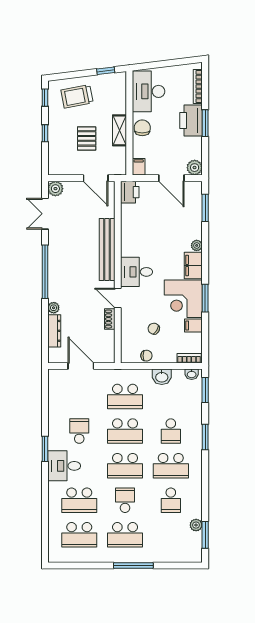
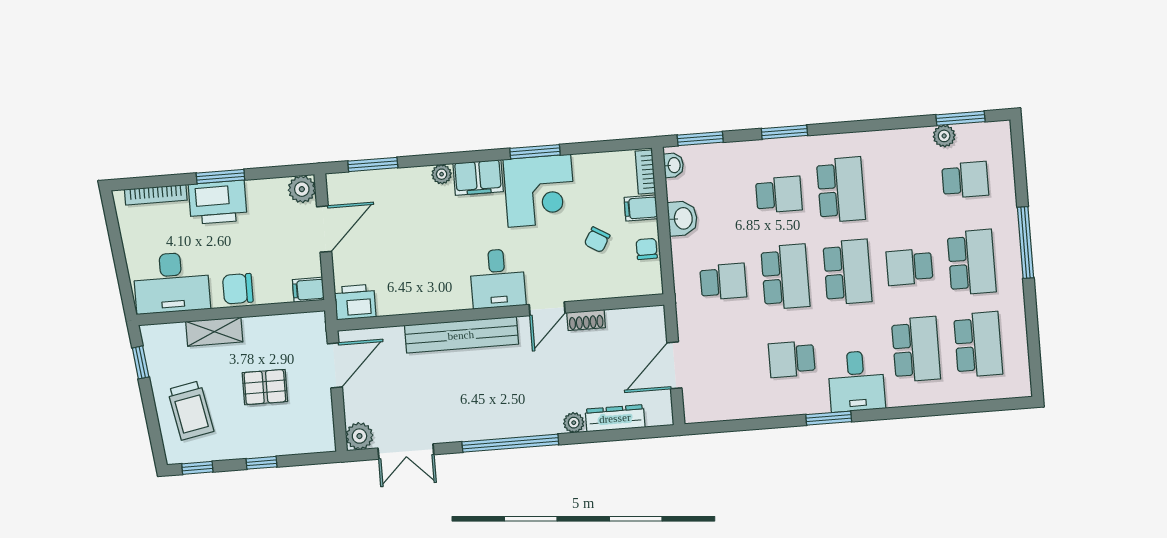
shelving: (120, 130) -> (214, 332), moved
filing cabinet: (193, 326) -> (641, 208), moved, turned 90
school desk: (125, 397) -> (723, 282), width x0.54
school desk: (171, 500) -> (965, 180), moved

